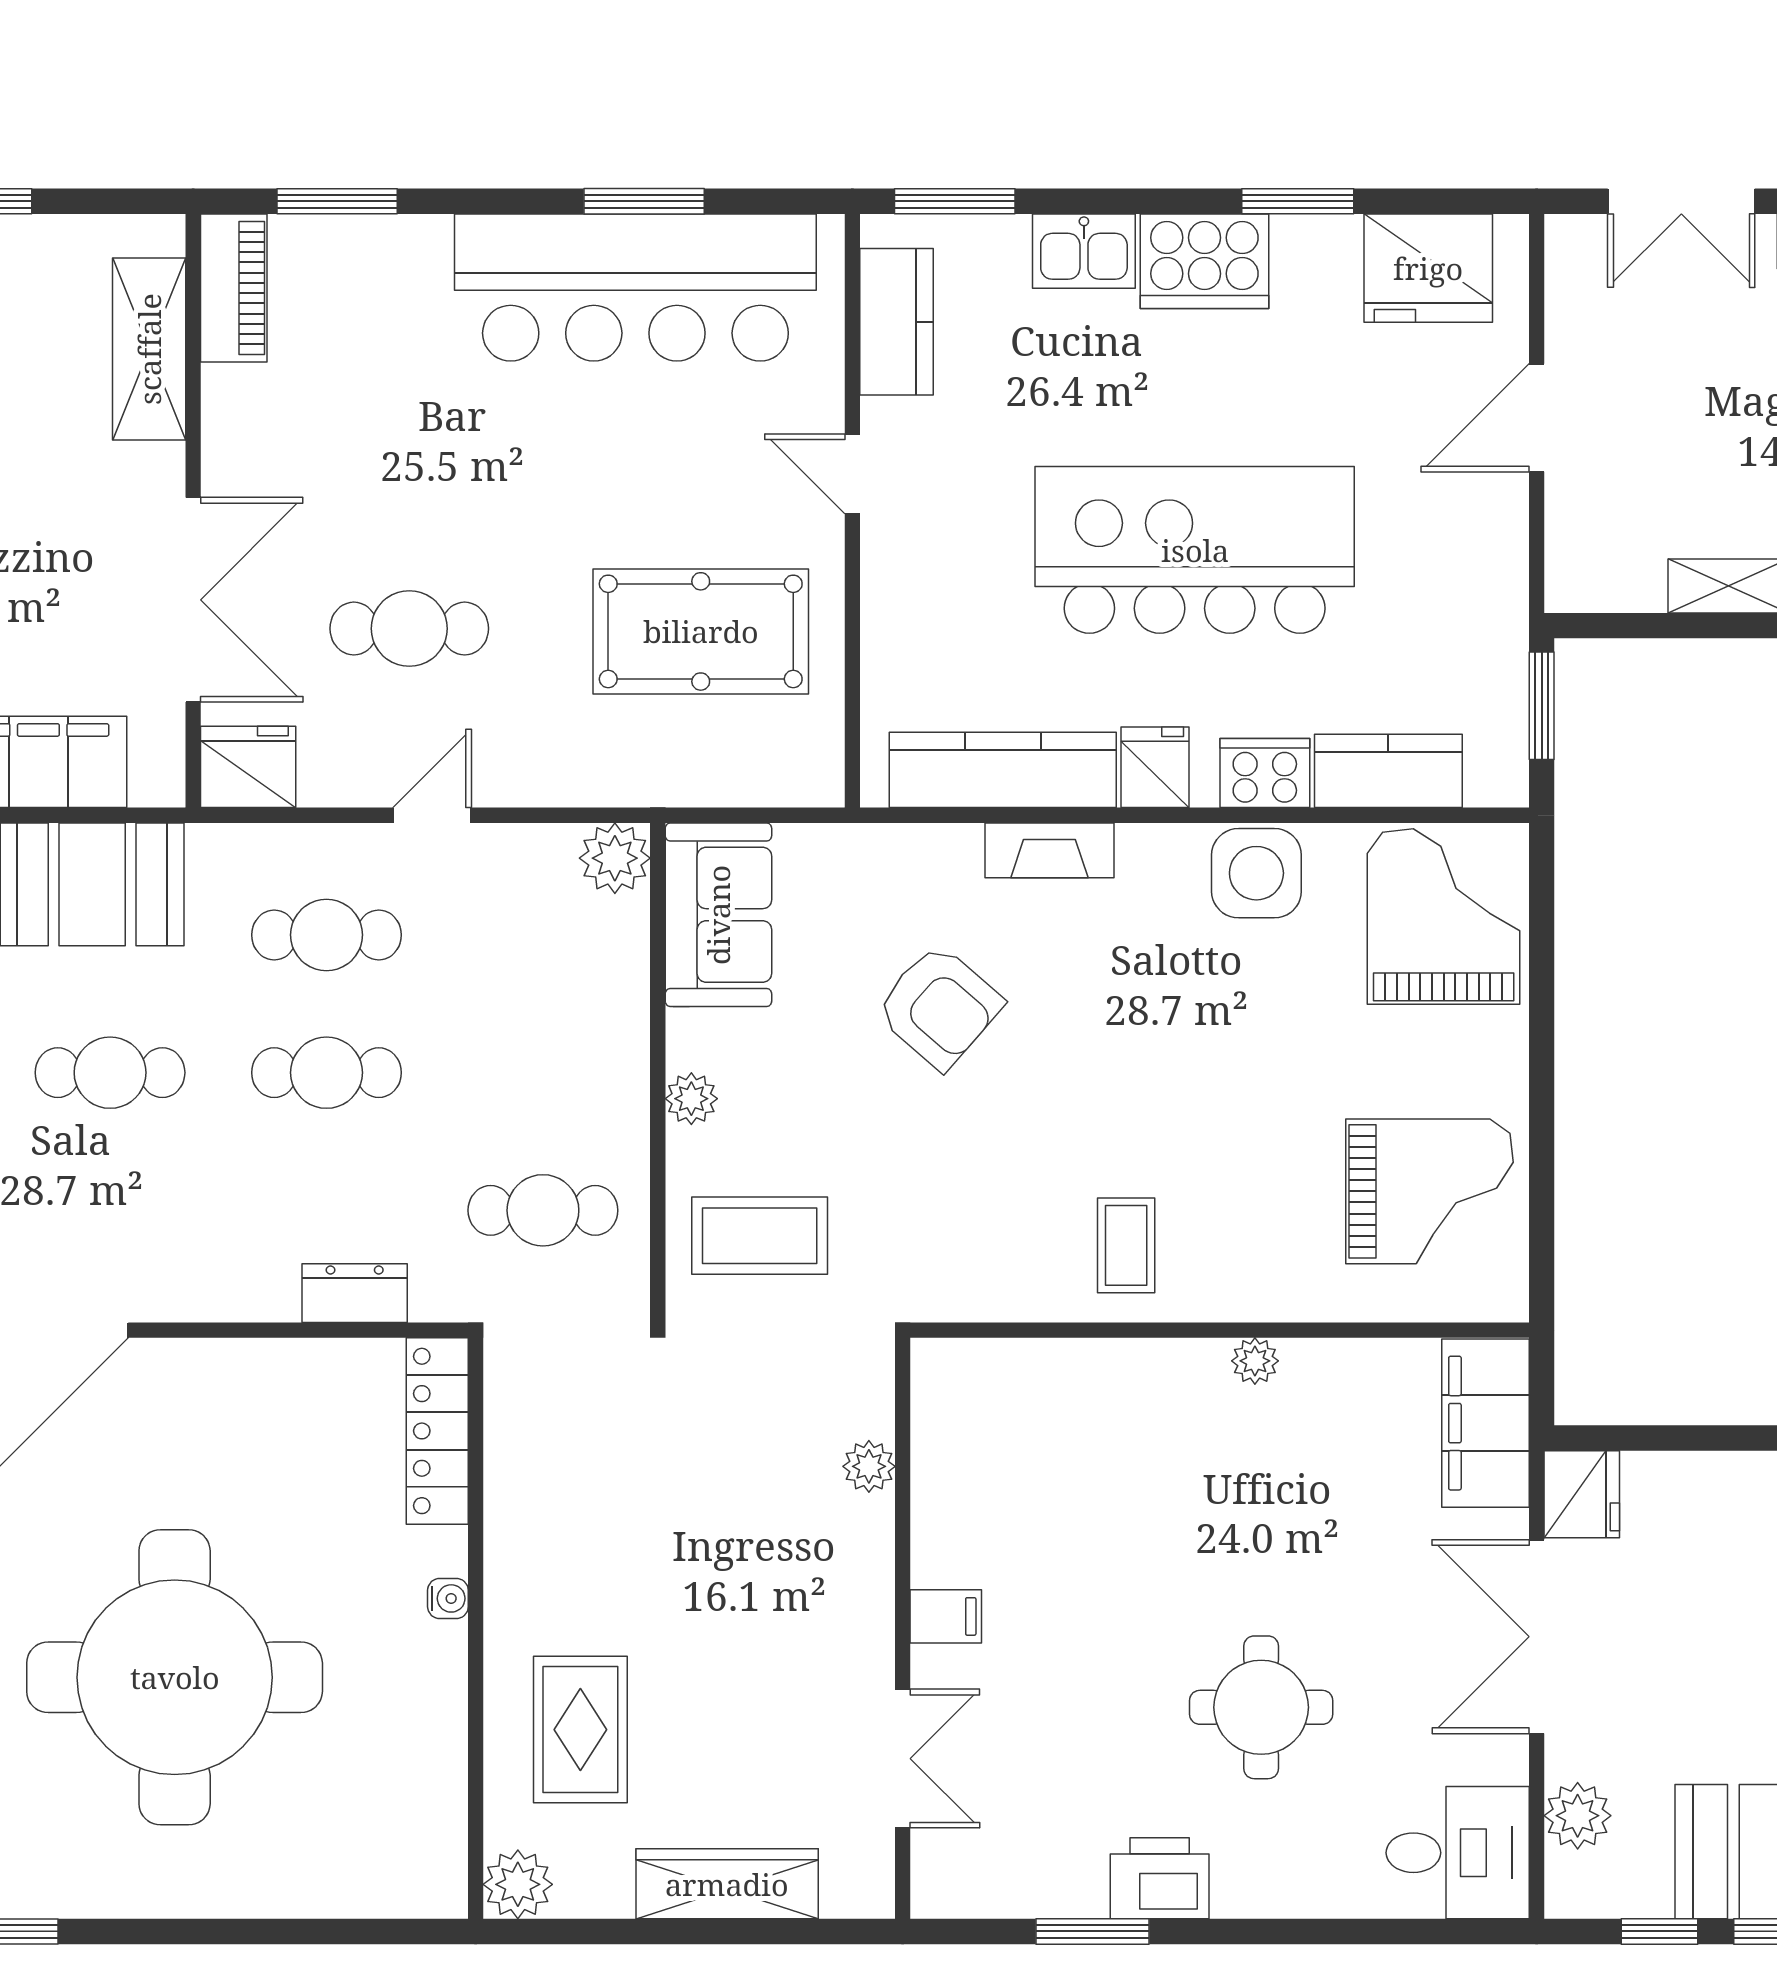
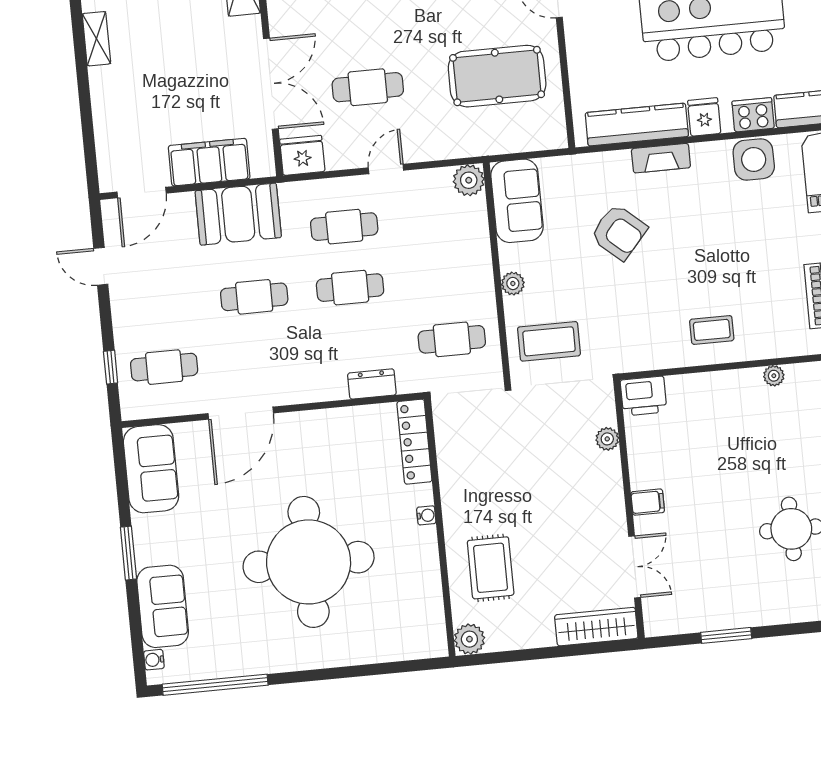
coffee table: (1126, 1245) -> (712, 330), turned 90
printer: (1160, 1878) -> (644, 396), moved, turned 180
wardrobe: (727, 1884) -> (596, 627), moved

